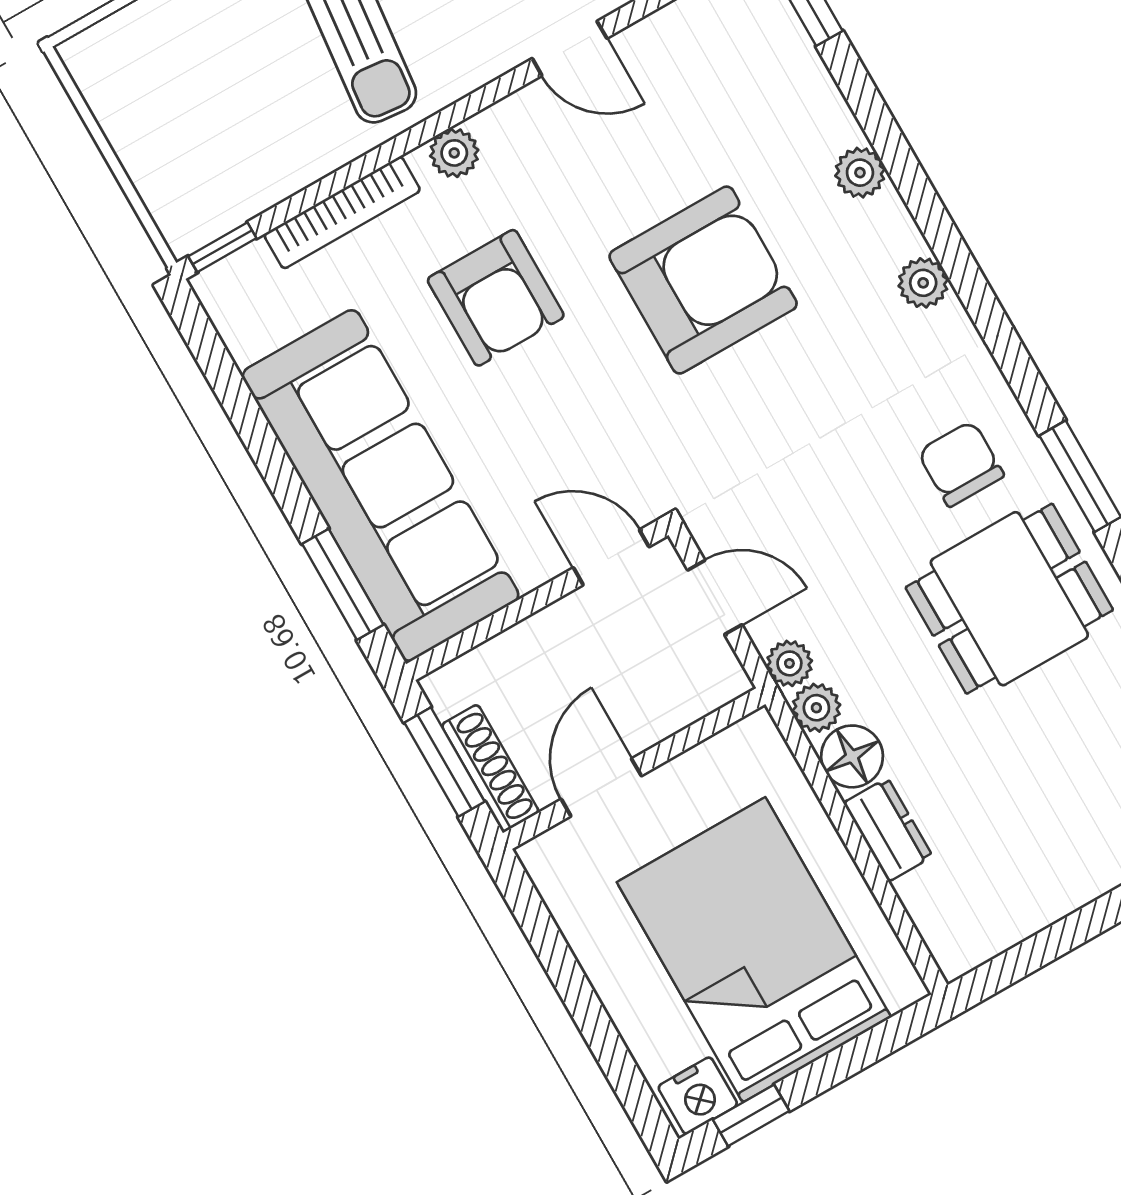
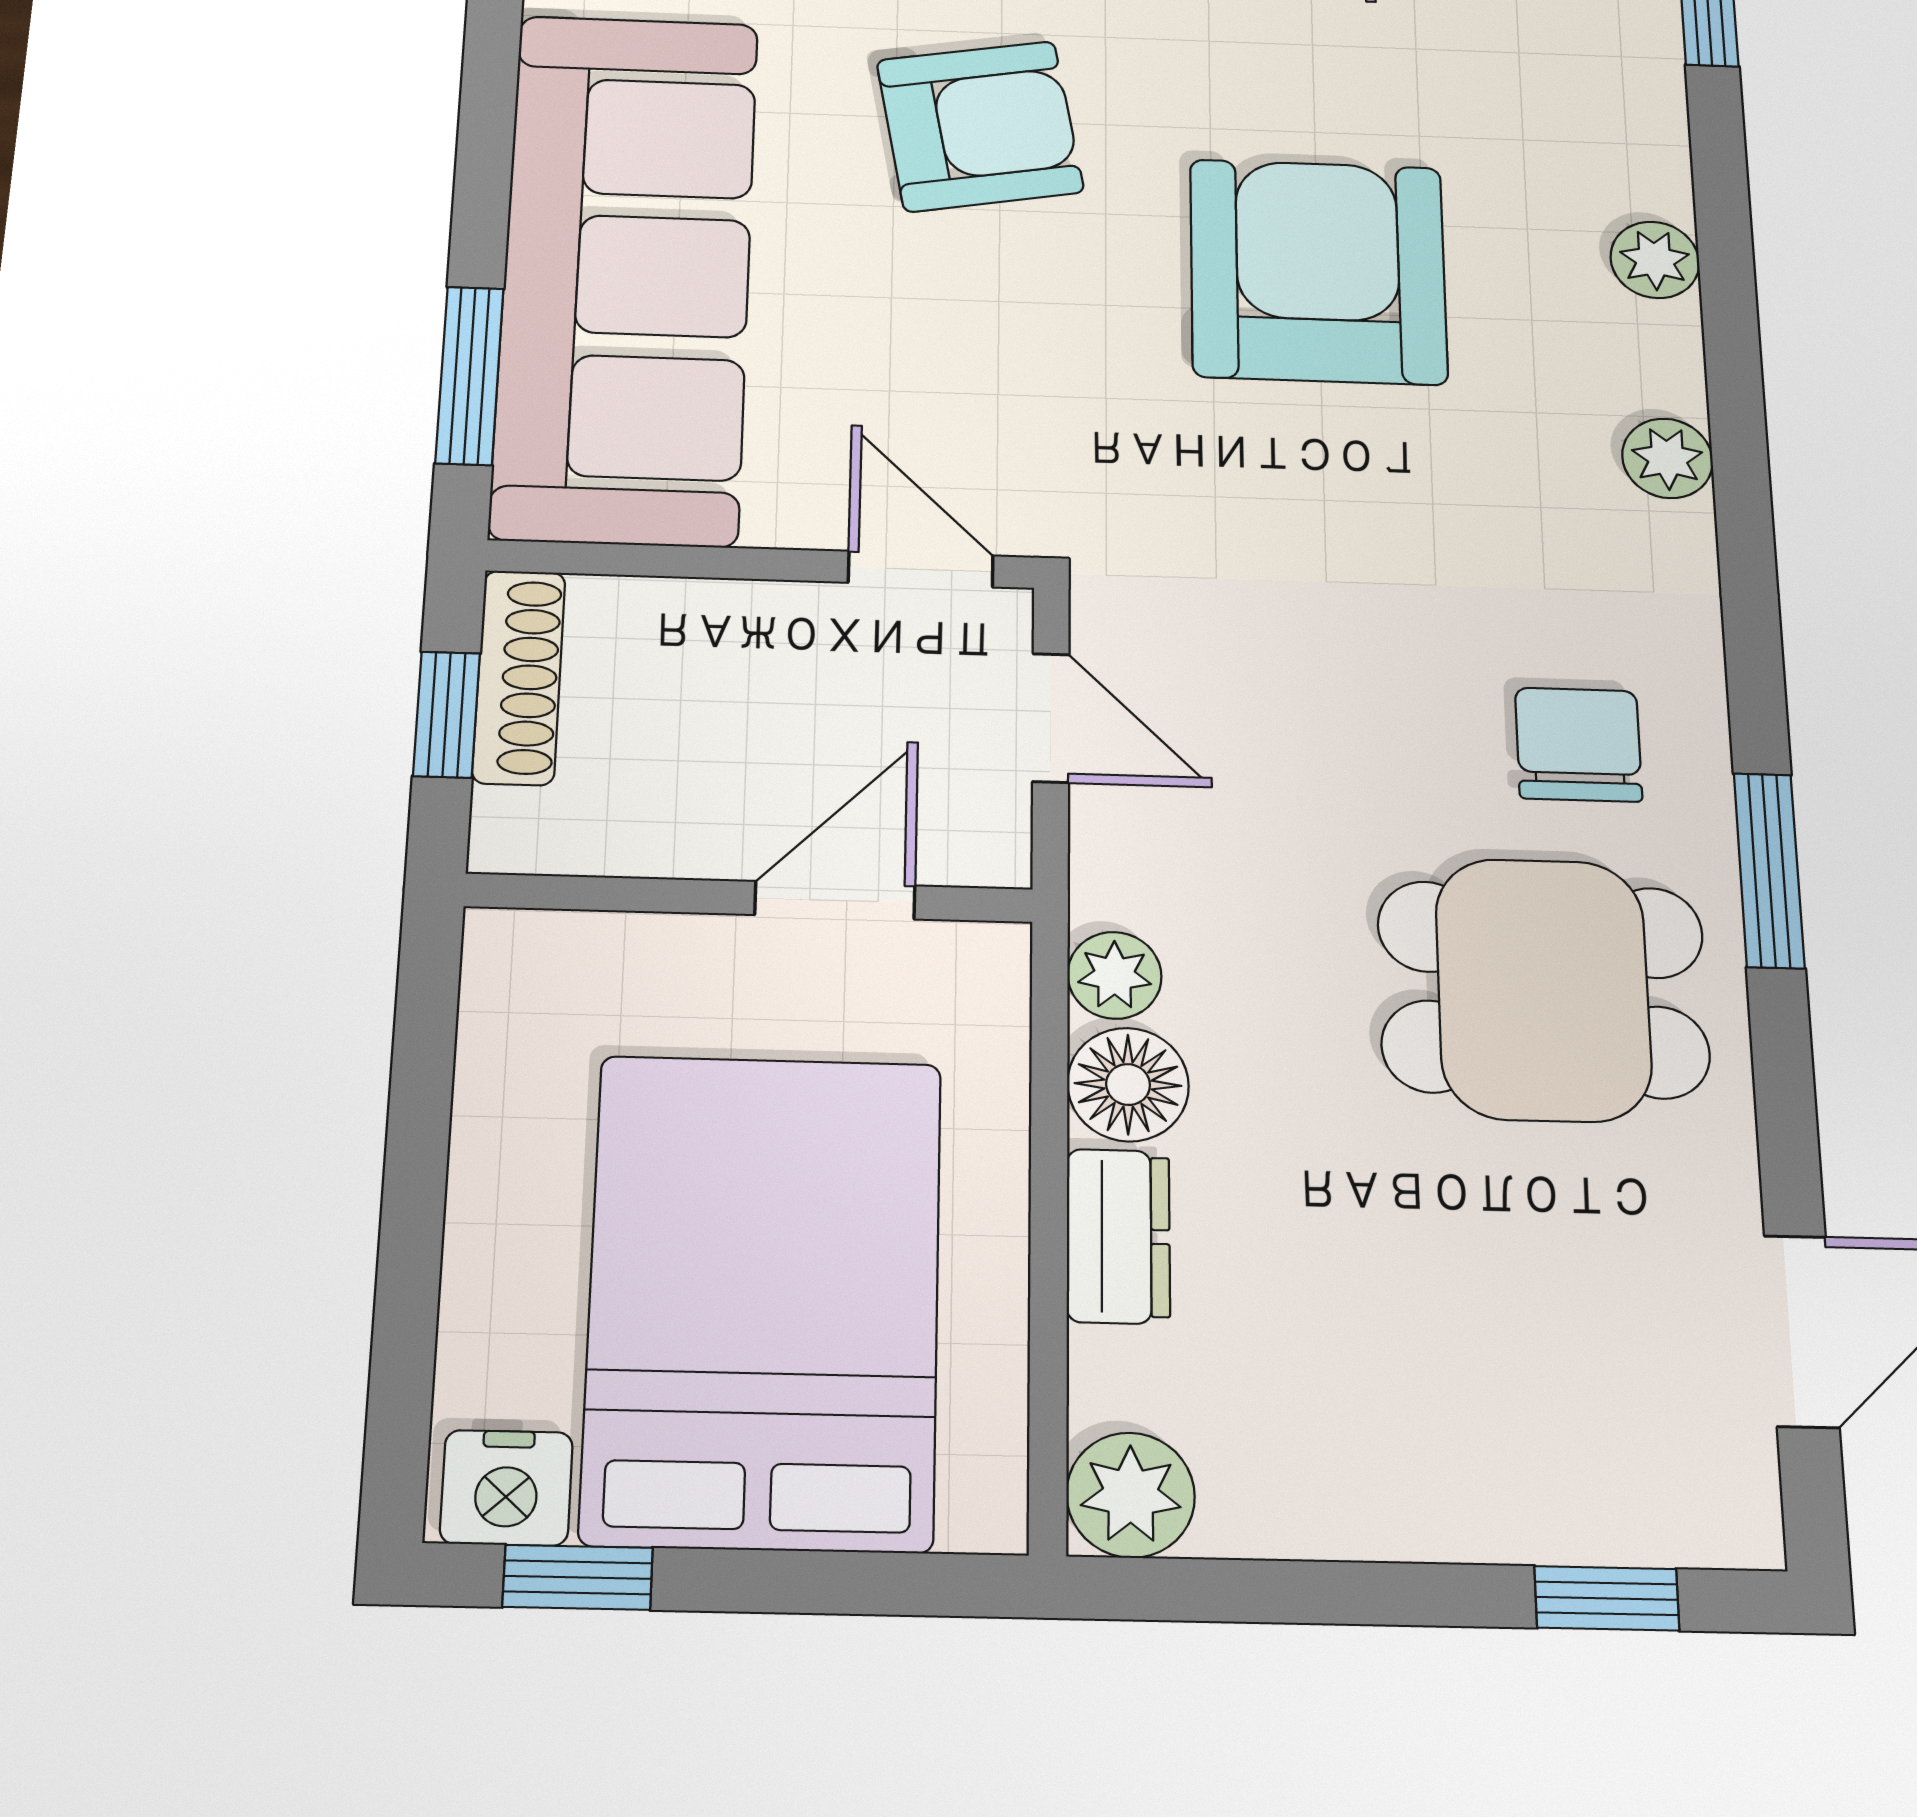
armchair: (703, 280) -> (1318, 271), turned -90
armchair: (496, 298) -> (980, 126), turned -100
plant: (789, 663) -> (1131, 1495), moved, width x1.38, depth x1.38
window: (445, 762) -> (447, 714), width x0.67
shoe rack: (490, 768) -> (519, 677), moved
door: (601, 787) -> (835, 900), moved

